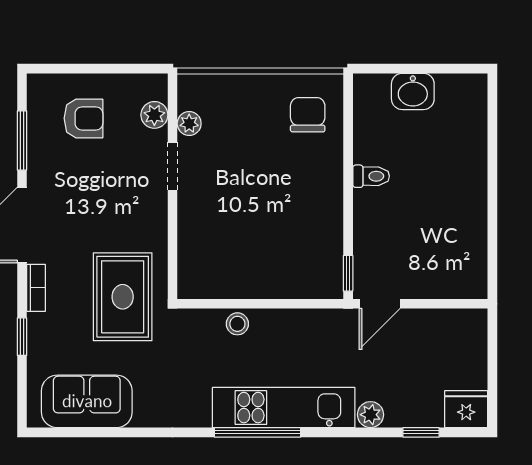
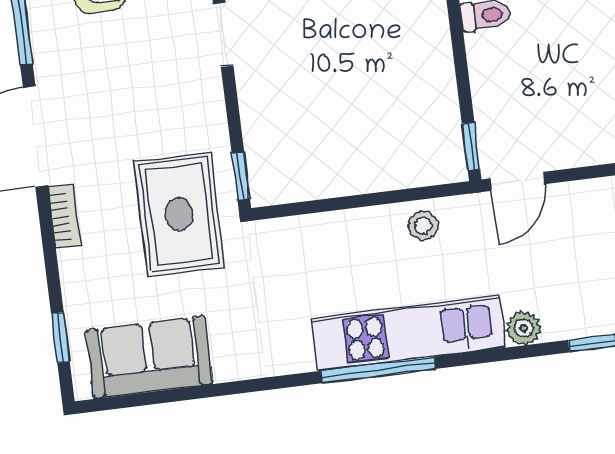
window: (173, 274) -> (241, 176), added
stool: (237, 324) -> (423, 226), moved
window: (22, 337) -> (60, 337), moved

